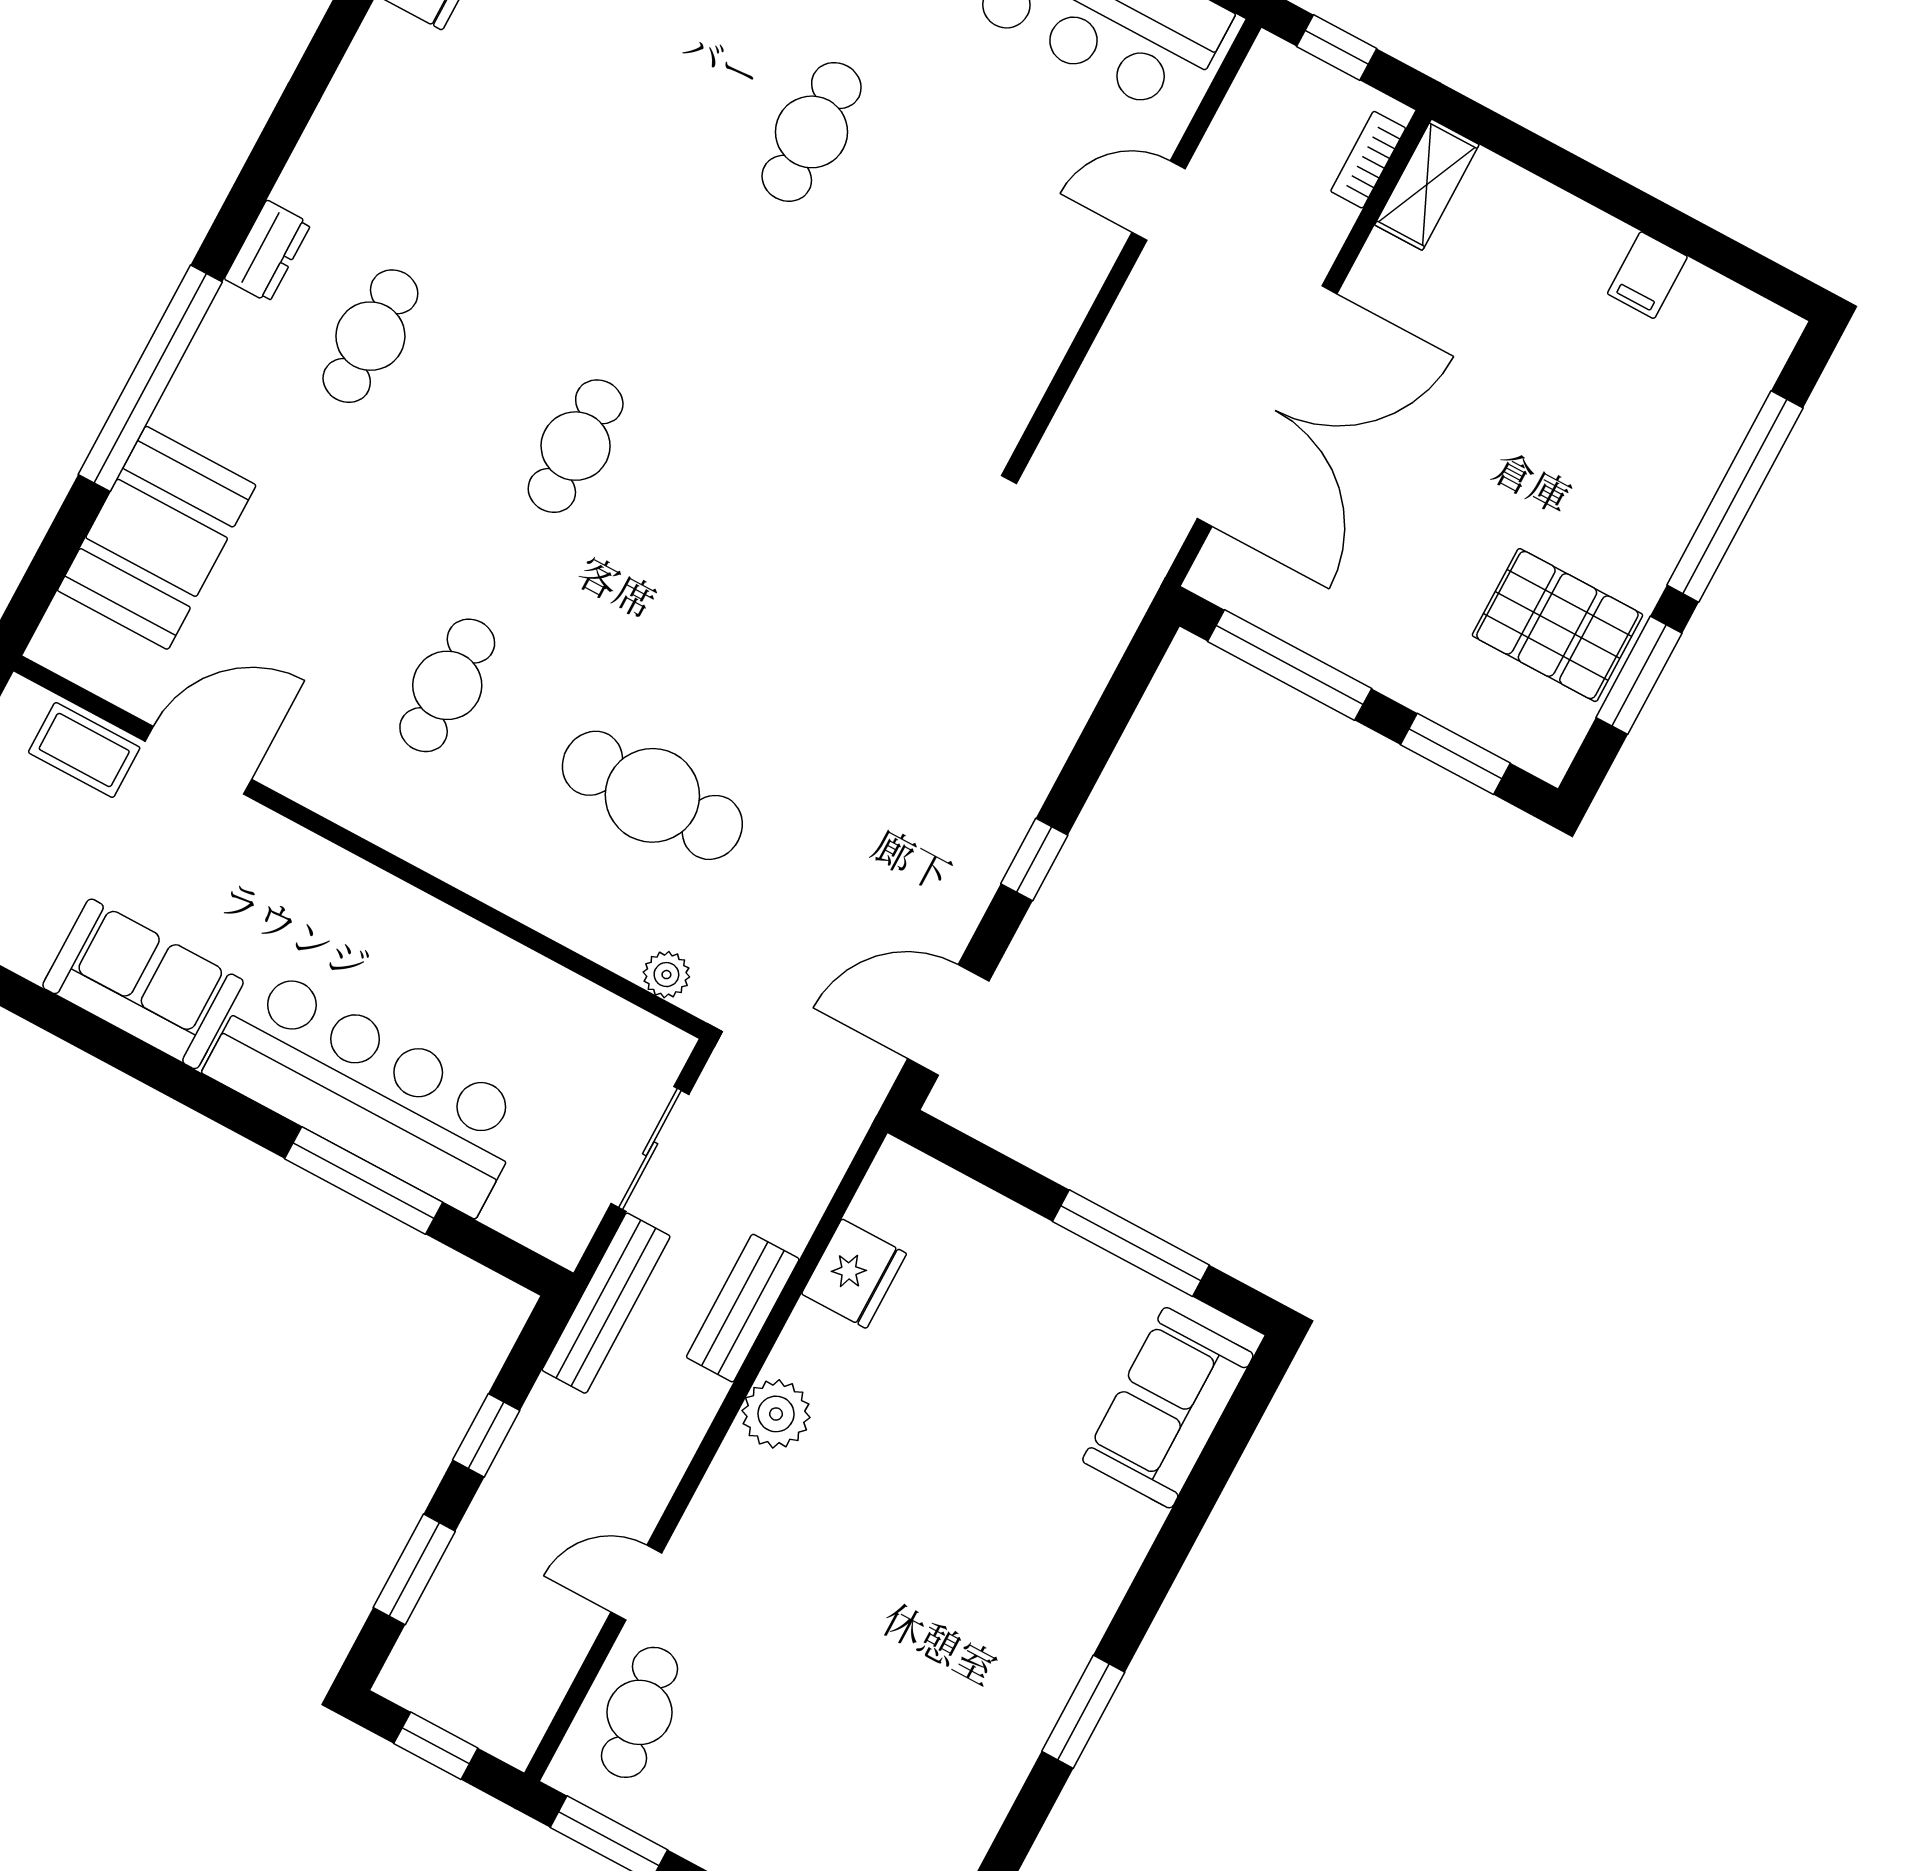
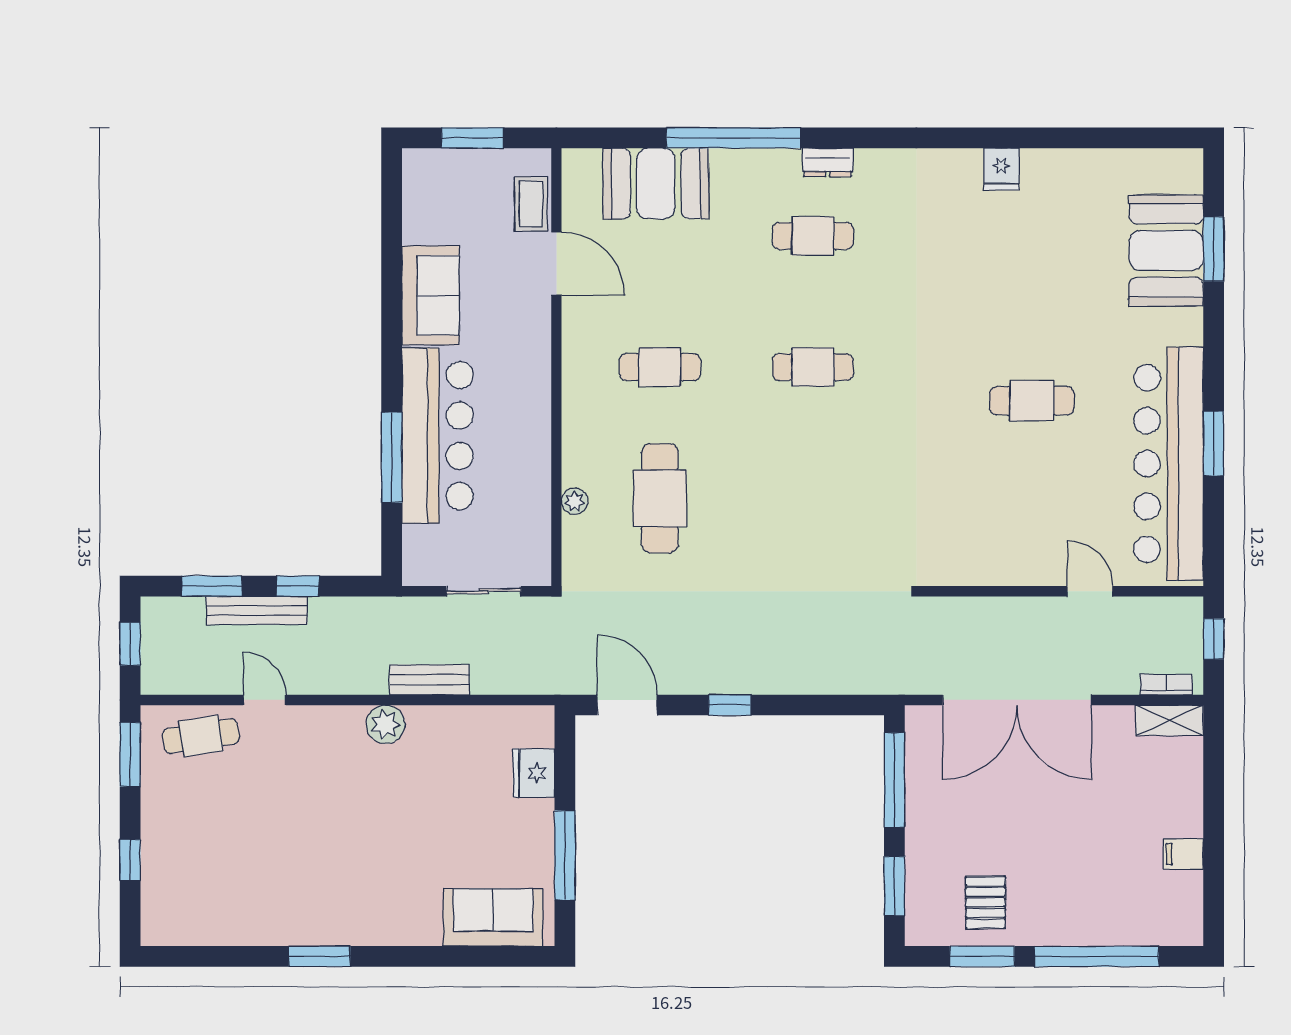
pallet: (1557, 625) -> (986, 902), width x0.67, depth x0.71
plant: (666, 975) -> (575, 501), moved
fridge: (854, 1274) -> (534, 773), moved, turned 90
bench: (606, 1303) -> (257, 611), moved

